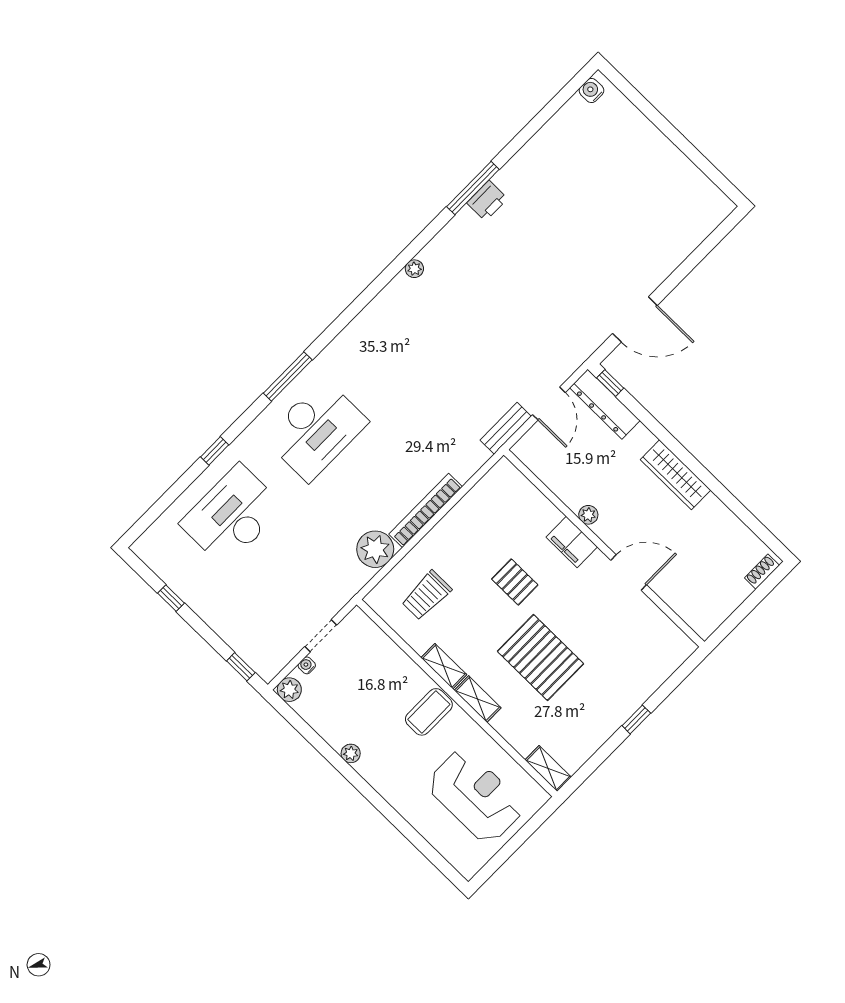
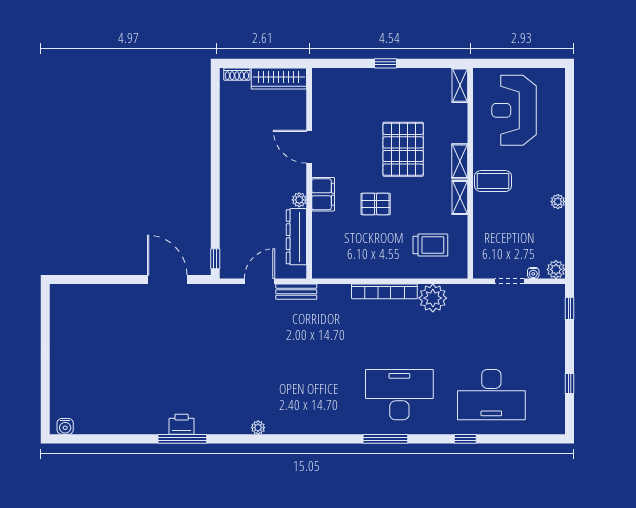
dresser: (605, 404) -> (296, 237), moved, turned 180
wardrobe: (676, 475) -> (279, 79), moved, turned 90
pallet: (515, 582) -> (376, 204), turned 90

